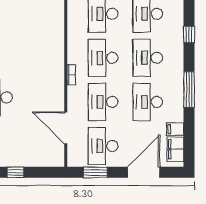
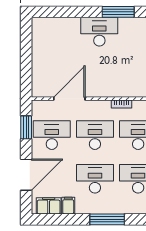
window: (16, 172) -> (26, 49), removed
door: (144, 172) -> (26, 175), hinge flipped

